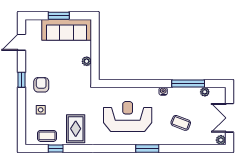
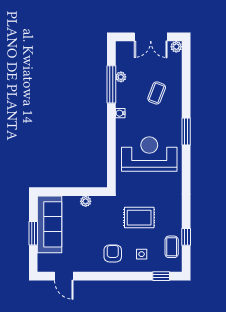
window: (22, 80) -> (161, 276), moved
armchair: (41, 85) -> (113, 253), turned 90
plant: (205, 92) -> (121, 77), moved
reception desk: (128, 116) -> (149, 154), turned 90
rug: (76, 129) -> (139, 218), moved

